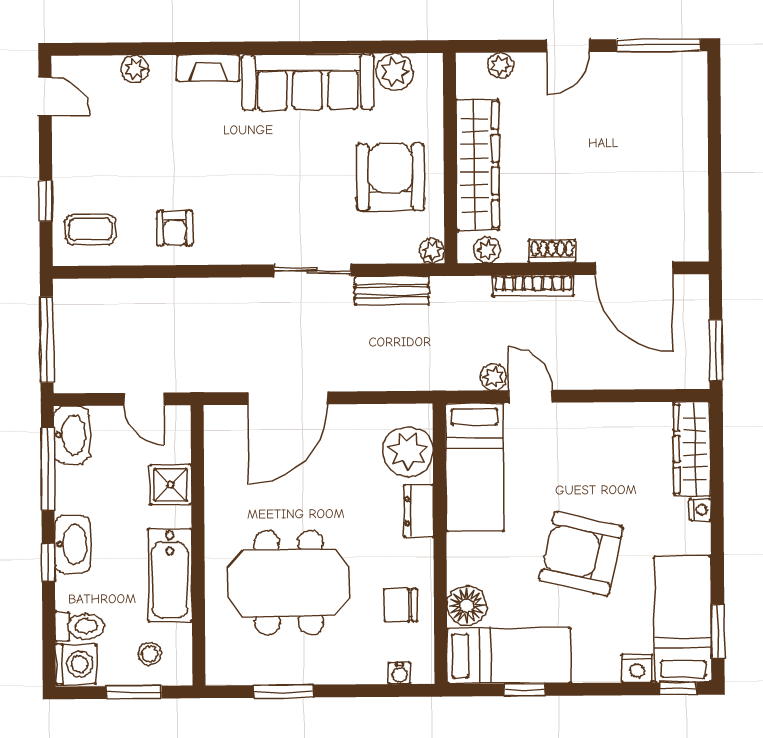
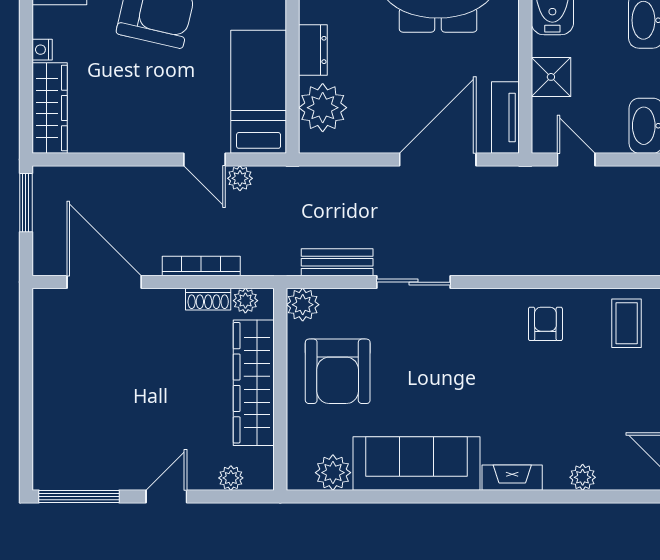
coffee table: (90, 229) -> (627, 323), turned 90
plant: (432, 251) -> (303, 305), width x1.38, depth x1.38
shoe rack: (552, 251) -> (208, 299), moved
tv unit: (218, 442) -> (505, 117), added

